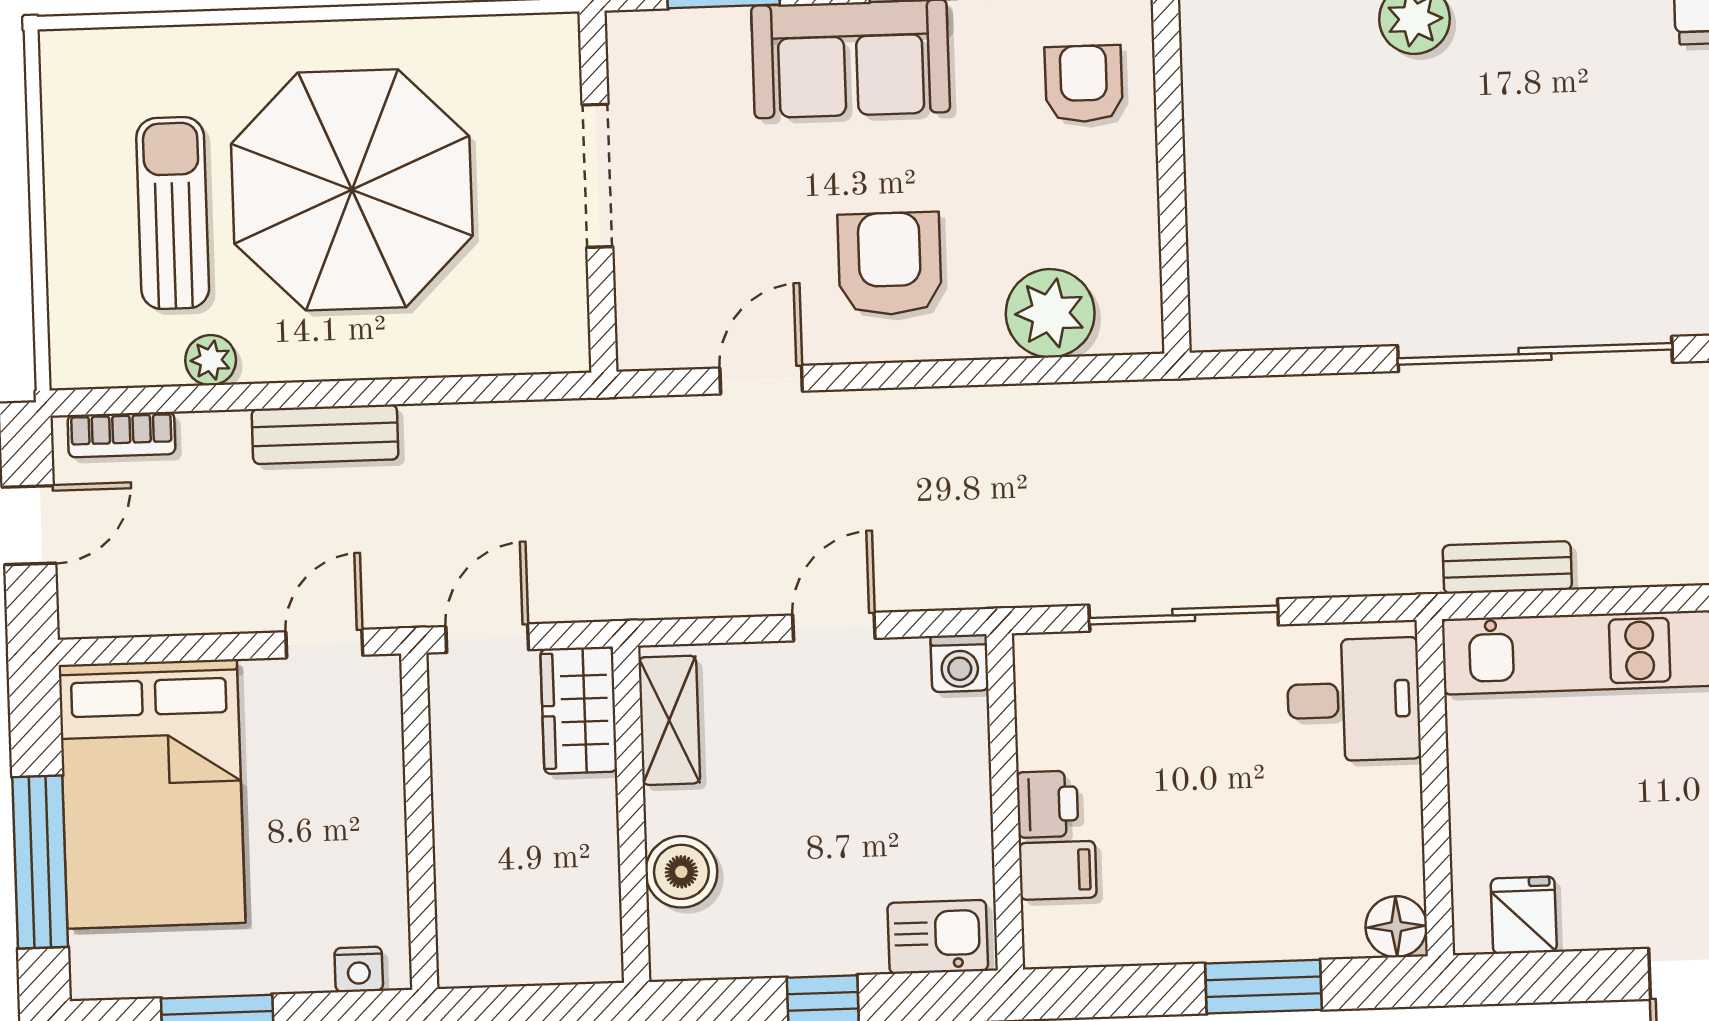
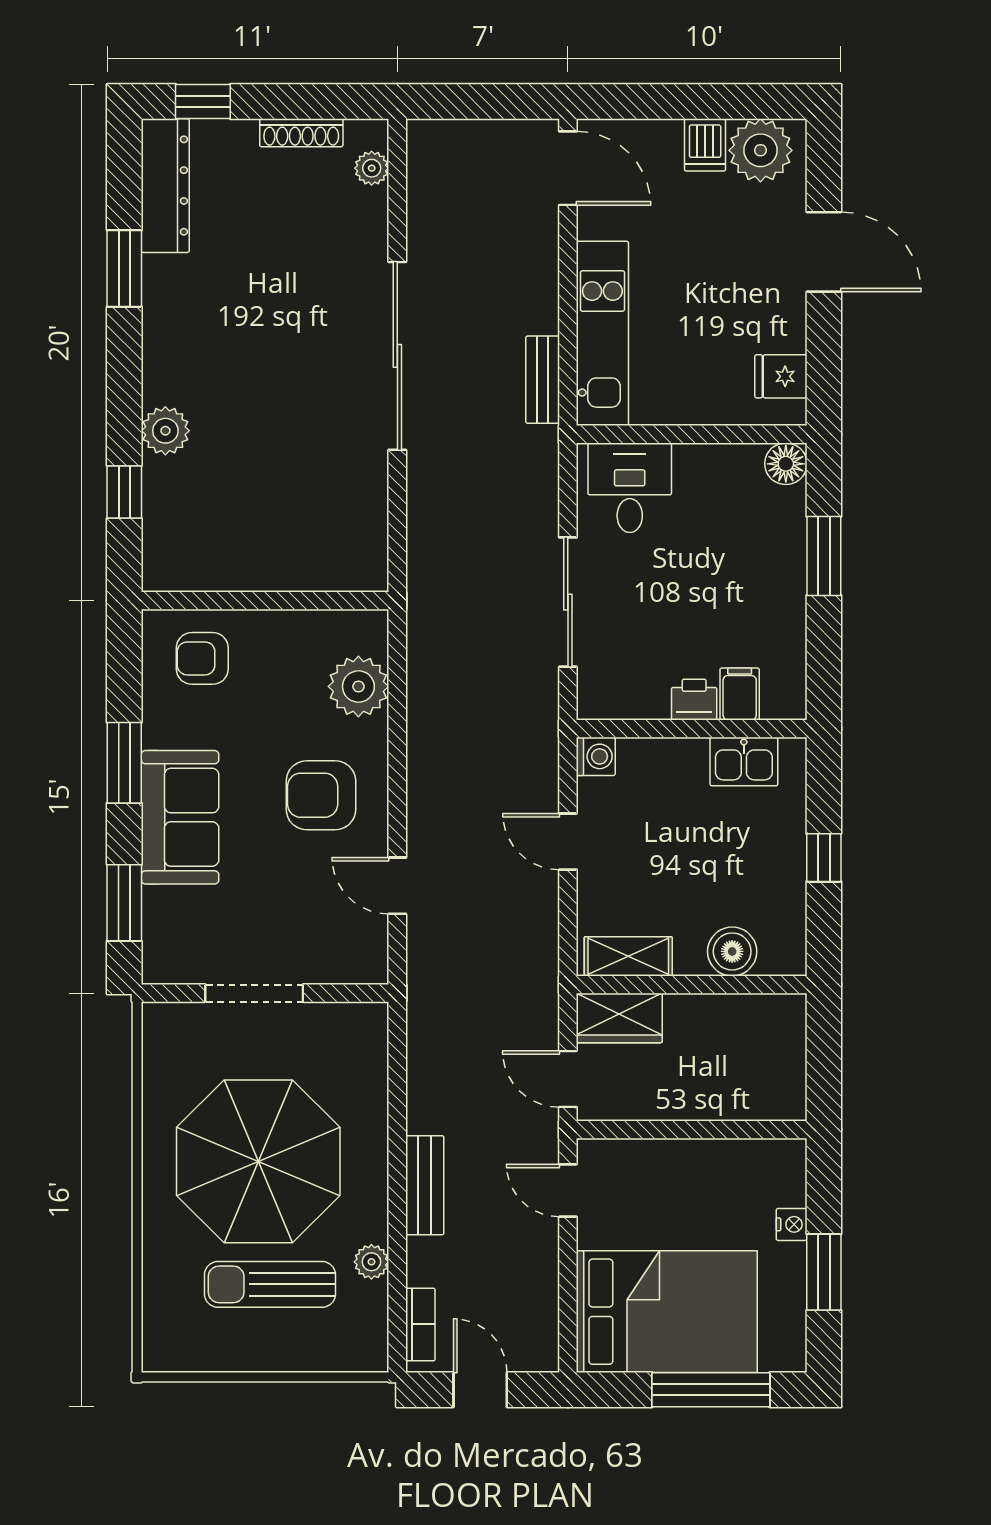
kitchen sink: (938, 937) -> (744, 762), moved, turned -90
nightstand: (359, 969) -> (792, 1224), moved

